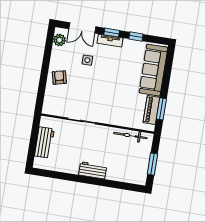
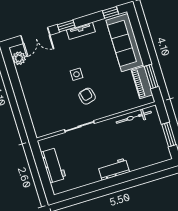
window: (136, 37) -> (111, 12), moved
tv unit: (110, 41) -> (81, 31), moved
side table: (87, 60) -> (77, 74), moved
armchair: (59, 78) -> (87, 96), moved

